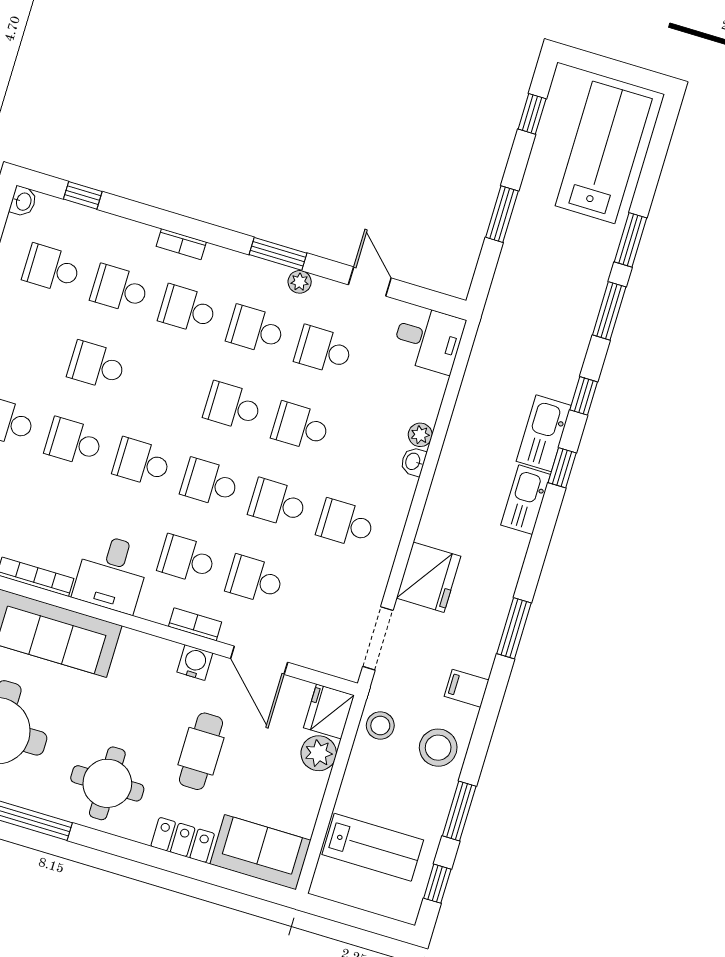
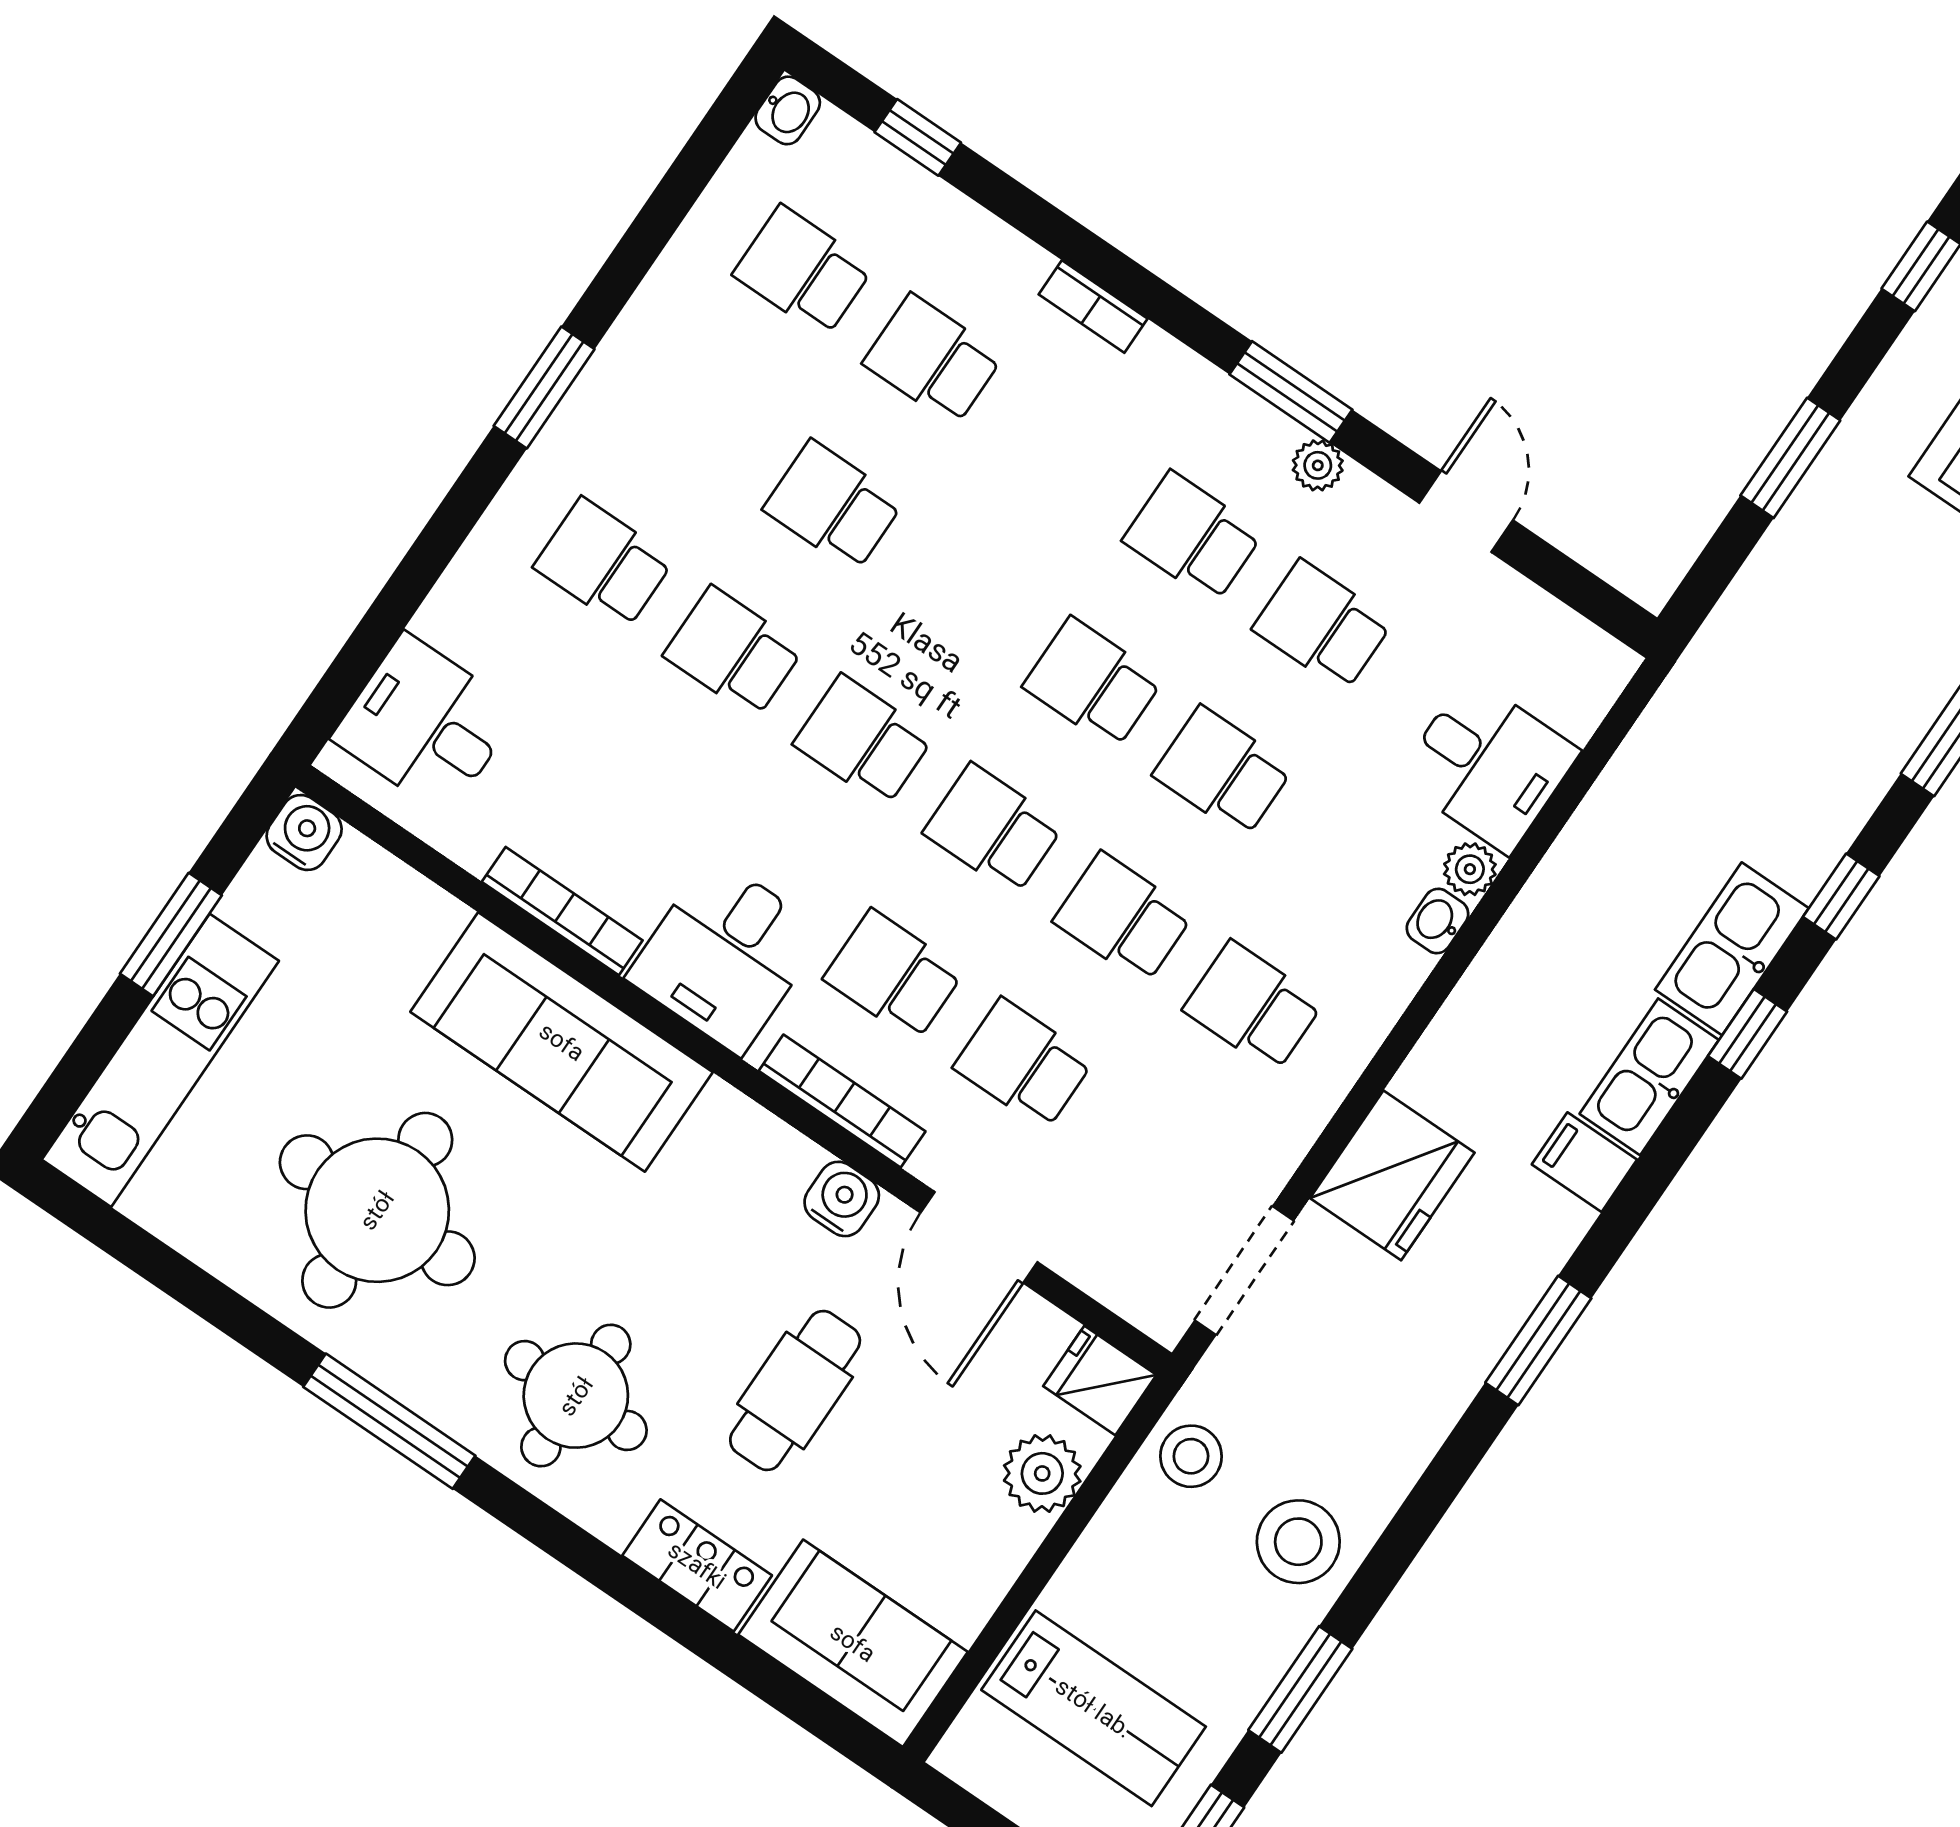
school desk: (188, 309) -> (1063, 448), removed
desk: (428, 339) -> (1488, 765), moved
bookcase: (195, 624) -> (842, 1101), width x1.56
filing cabinet: (467, 688) -> (1584, 1162), moved
fridge: (329, 711) -> (1100, 1381), width x0.72

